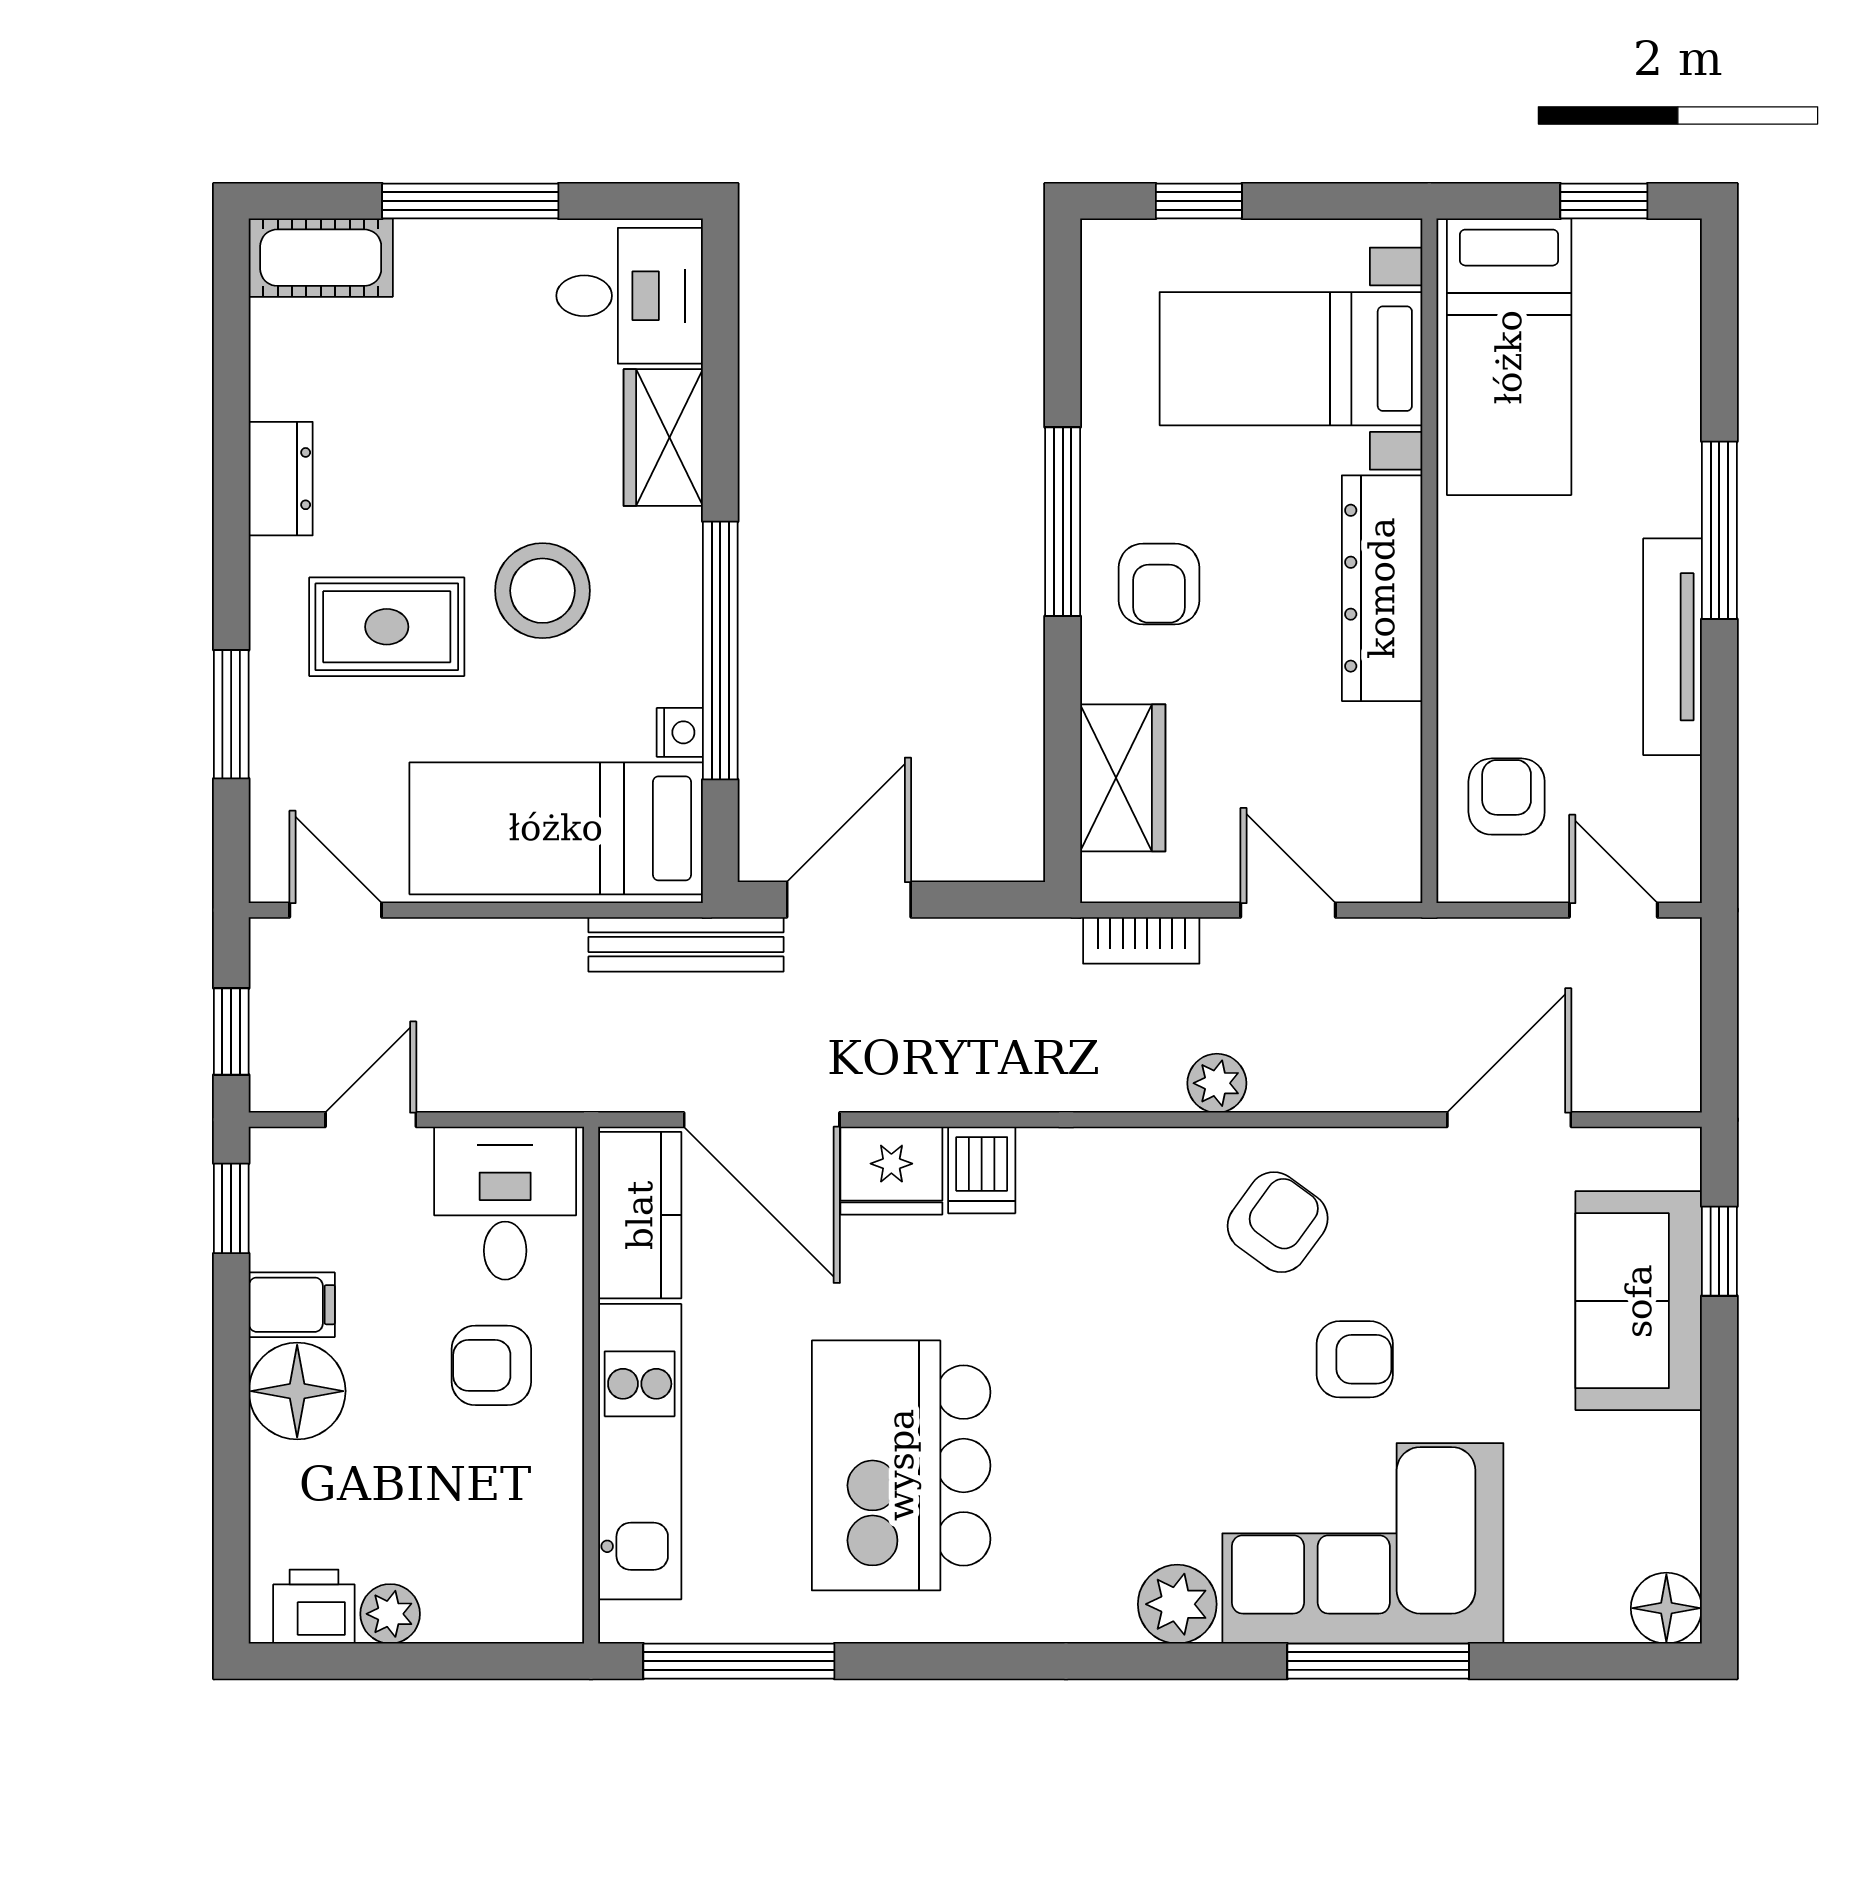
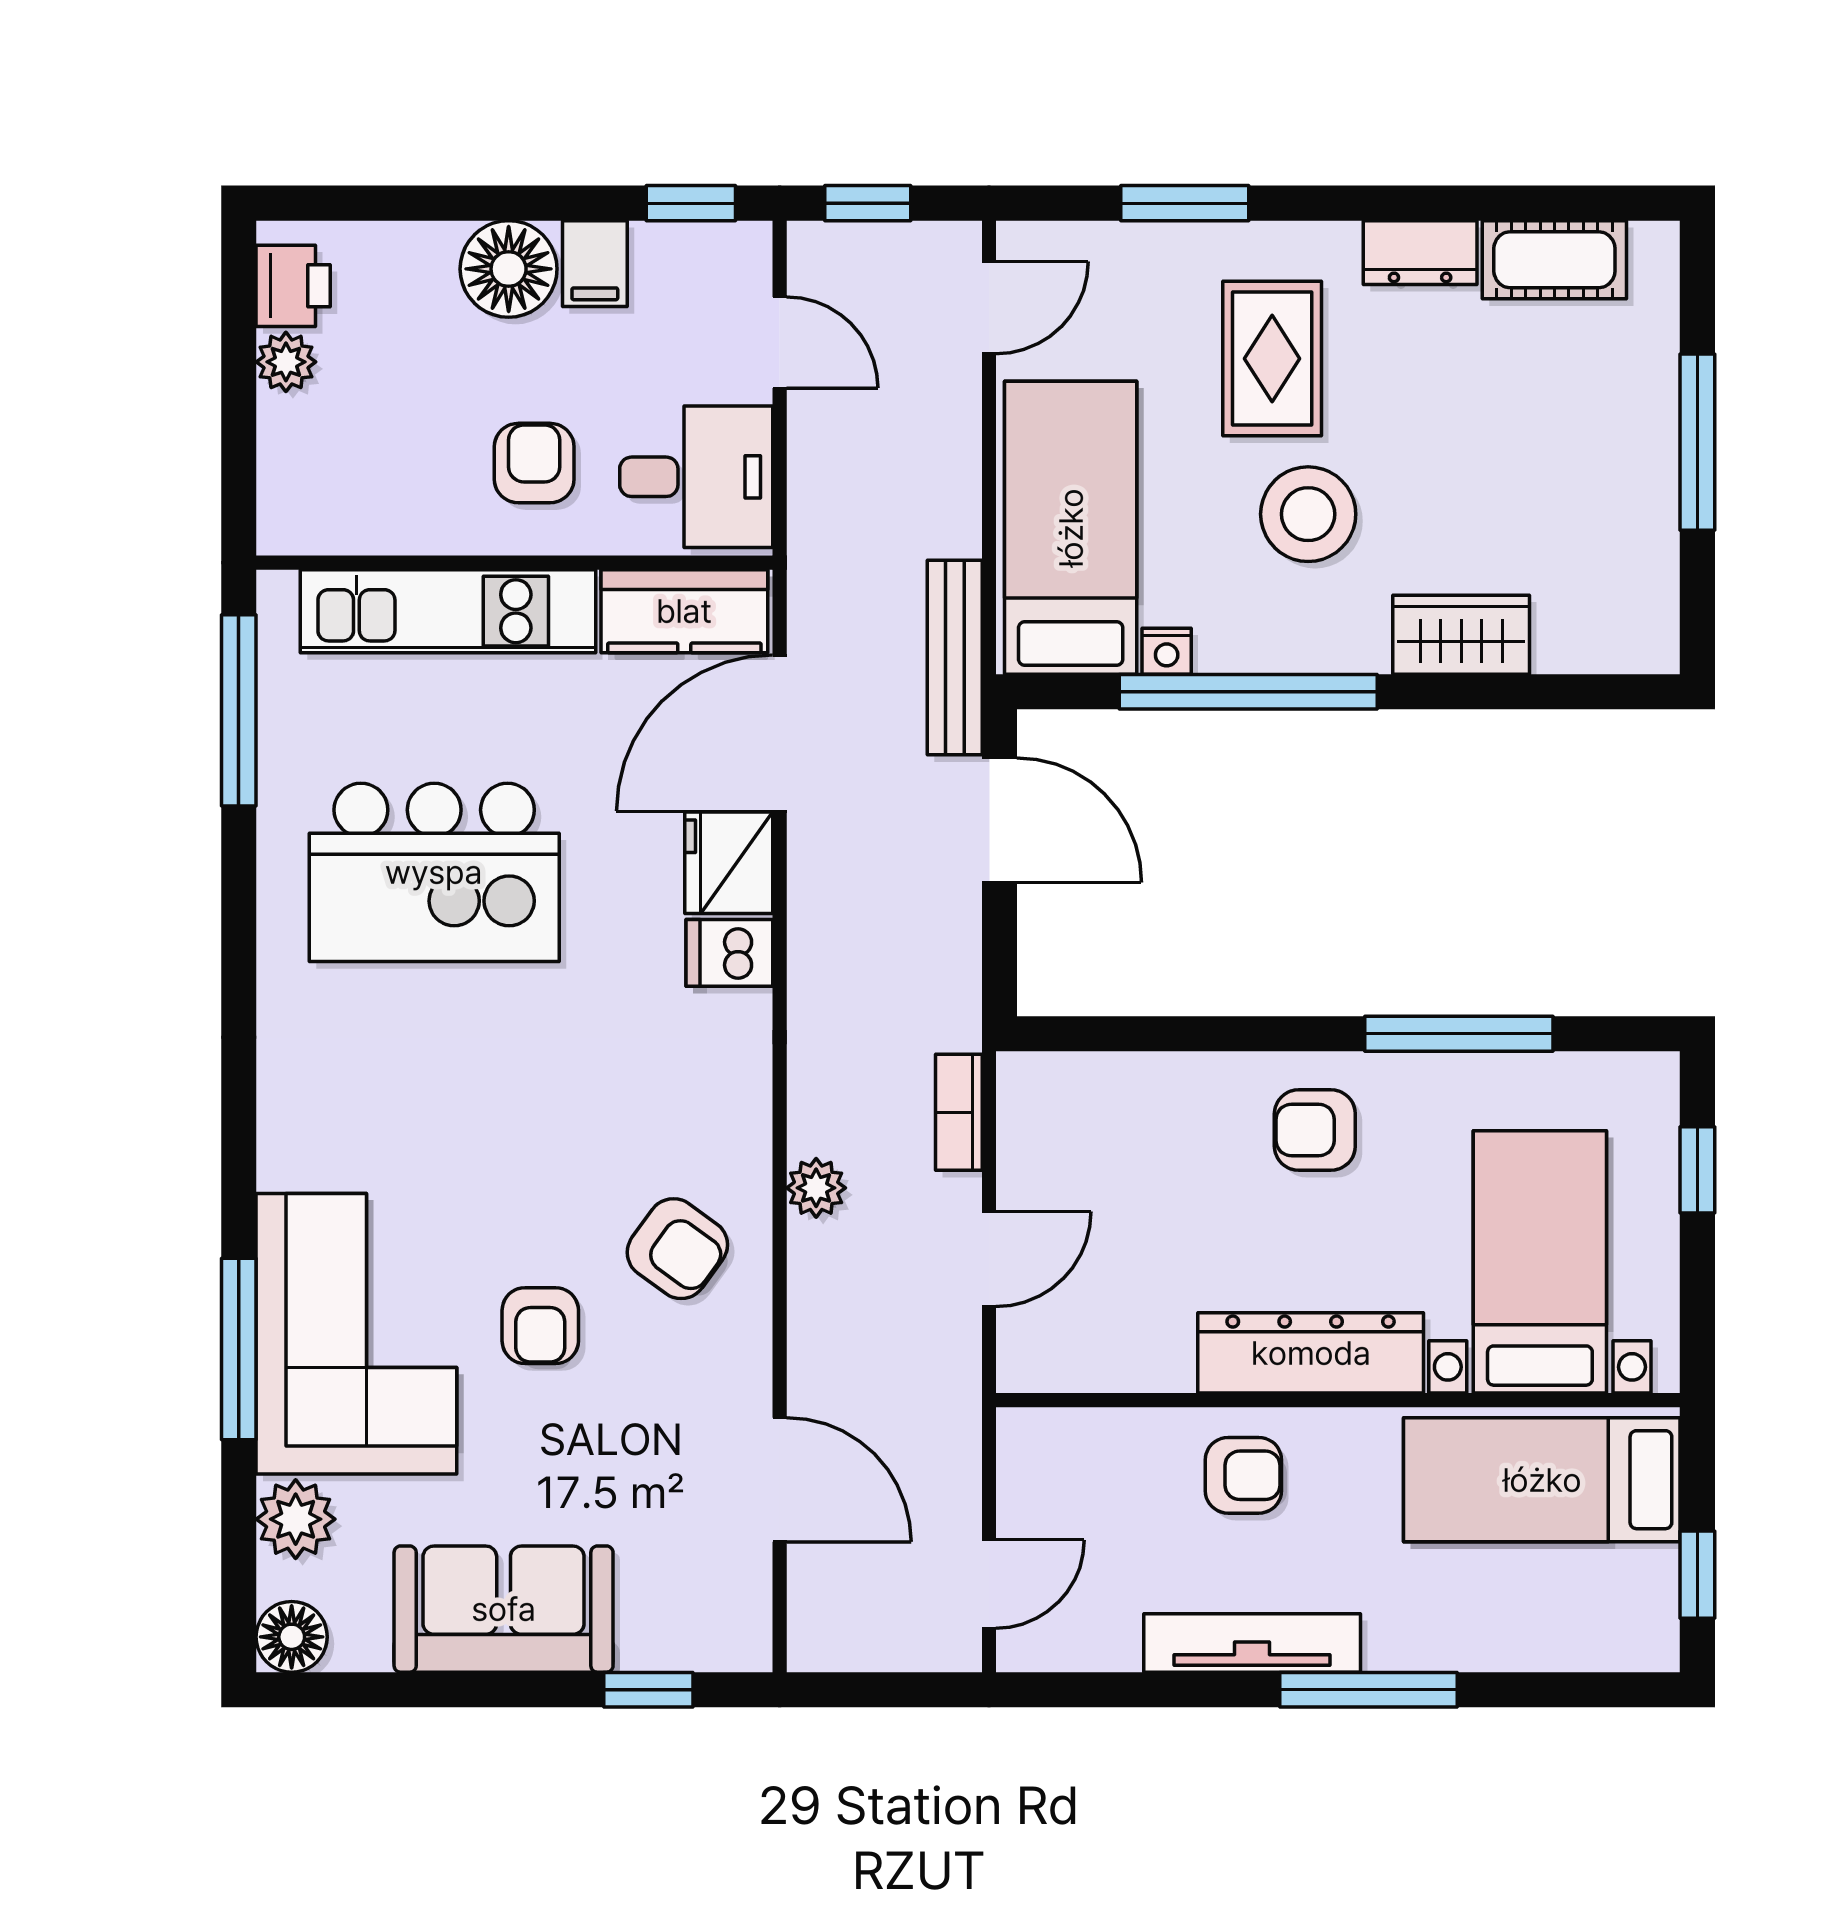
cot: (321, 258) -> (1554, 260), moved, turned 90
desk: (630, 296) -> (1603, 601), removed
window: (1063, 522) -> (1459, 1034), moved
wardrobe: (1123, 778) -> (1121, 1094), removed
armchair: (1507, 797) -> (1243, 1475), moved
sofa: (1639, 1301) -> (504, 1609), moved
kitchen island: (901, 1465) -> (434, 872), turned 180
plant: (1177, 1604) -> (296, 1519), moved

